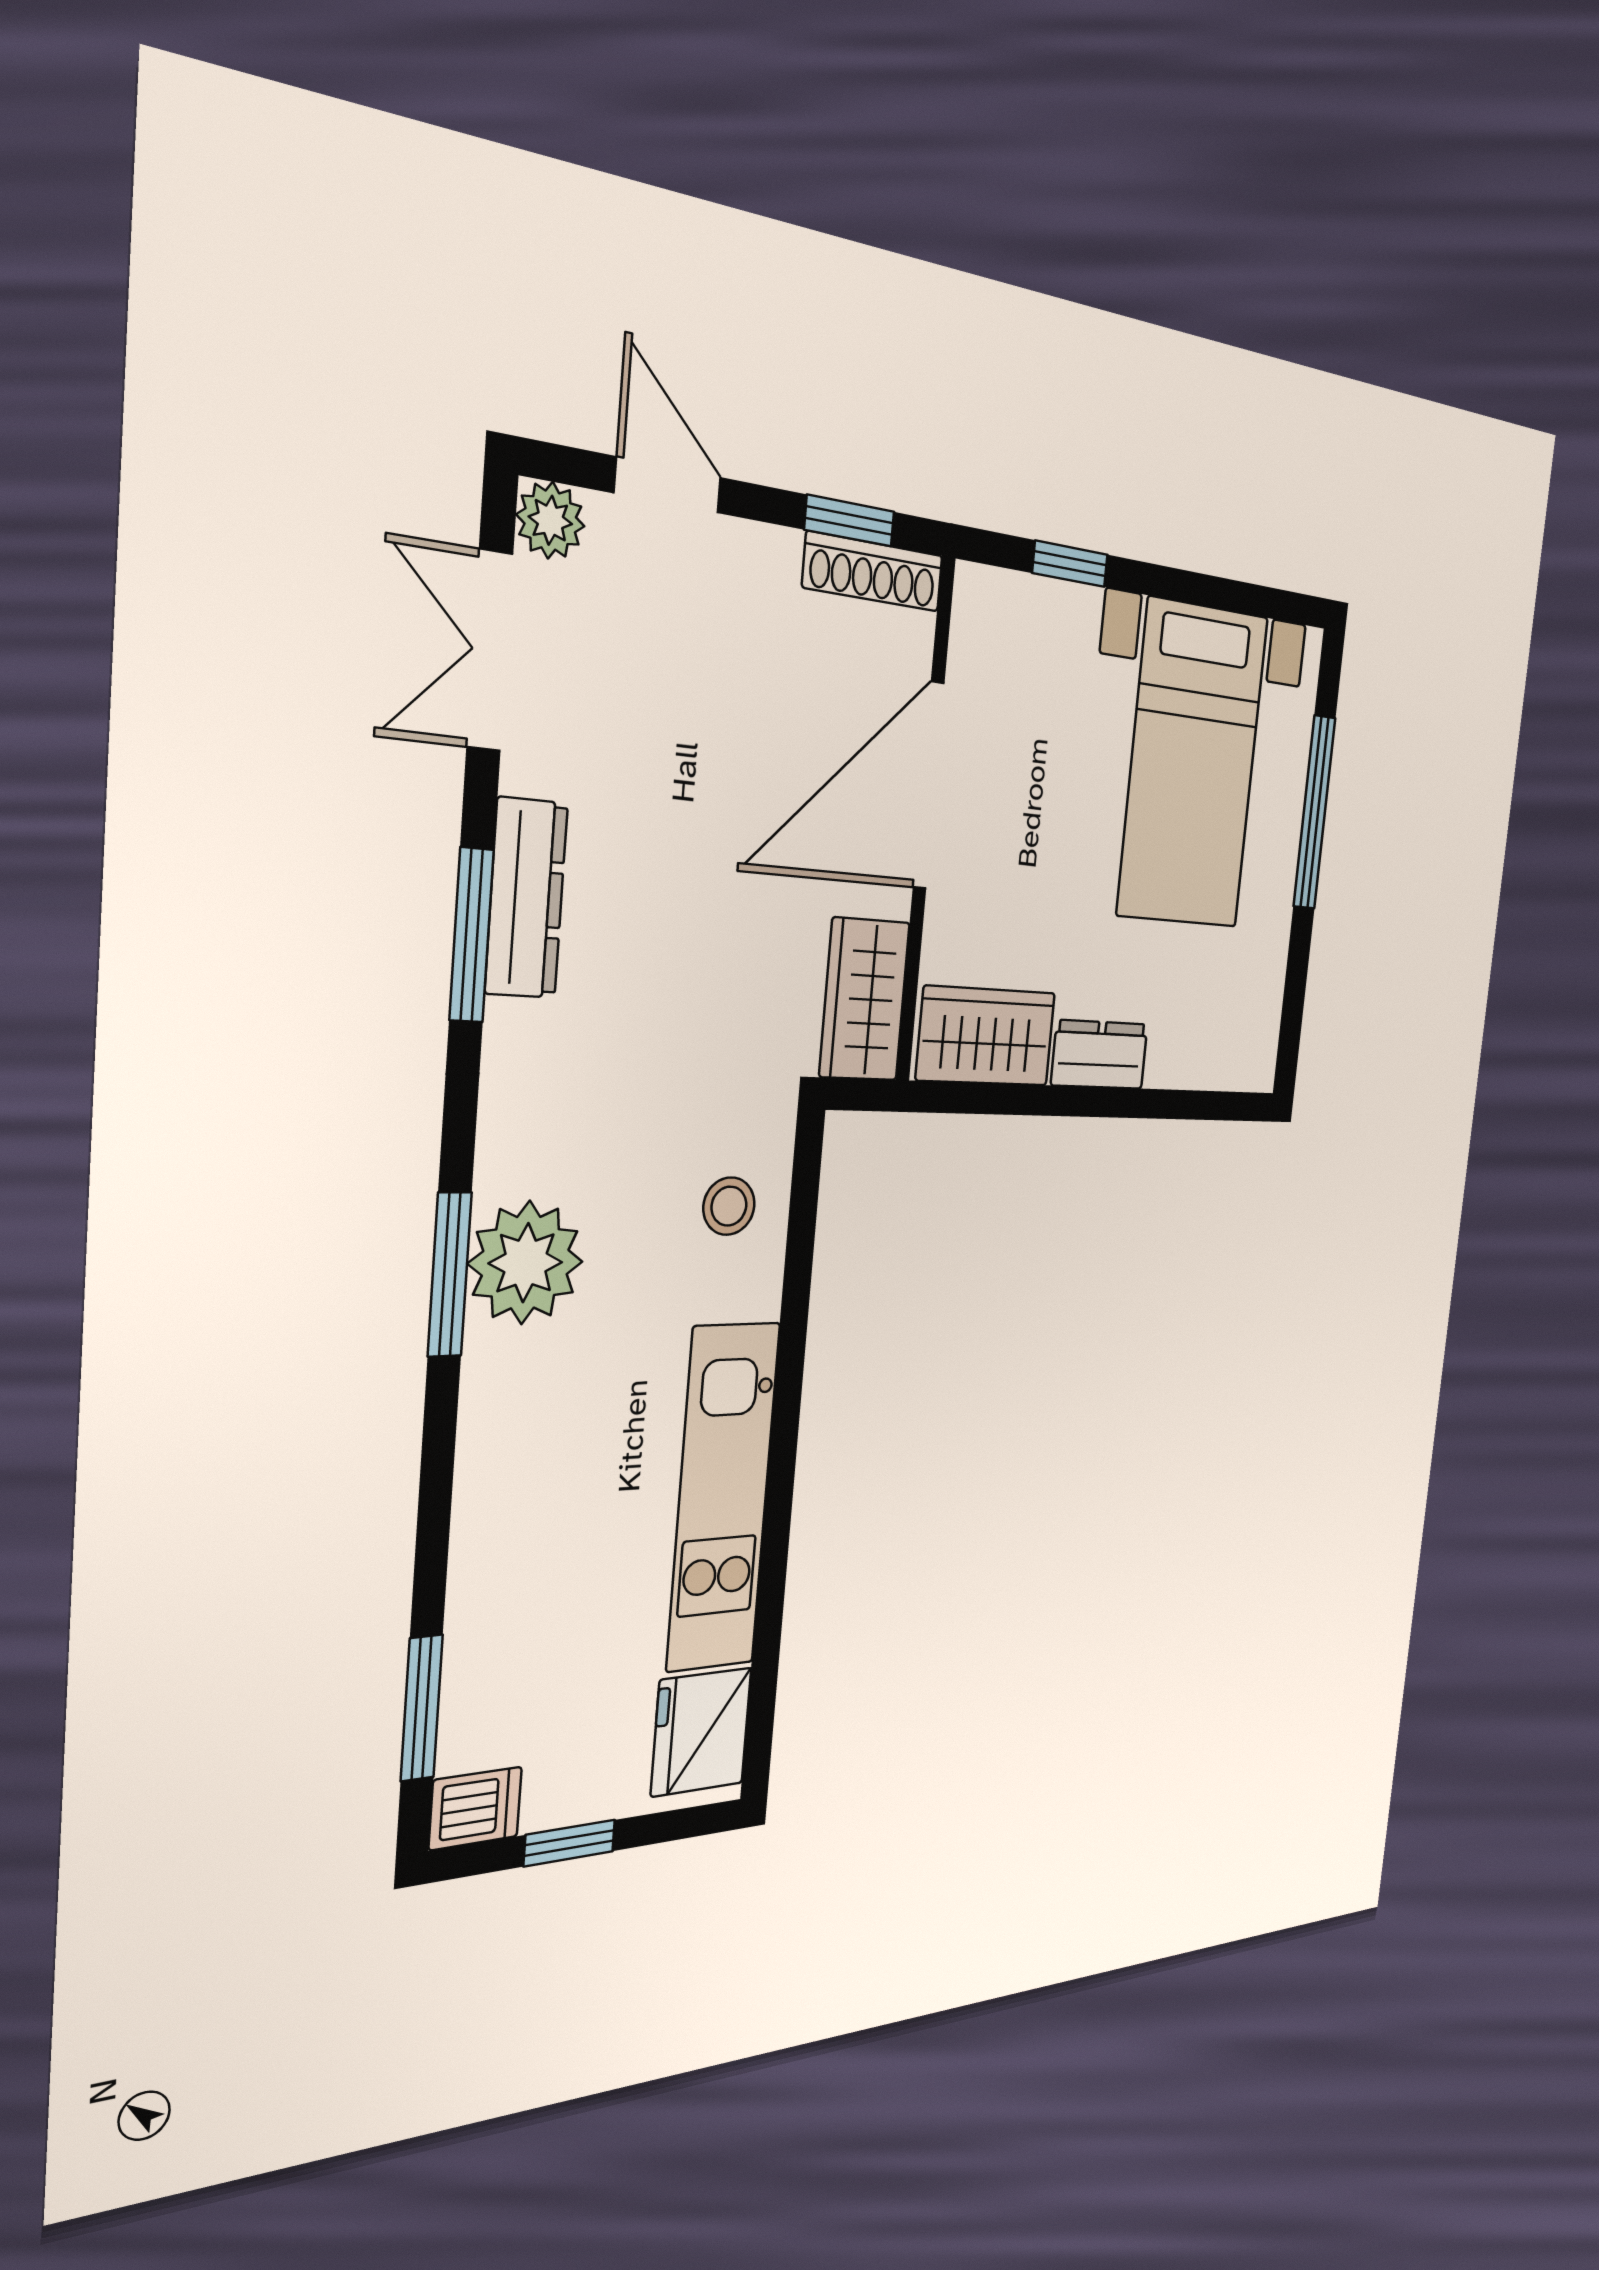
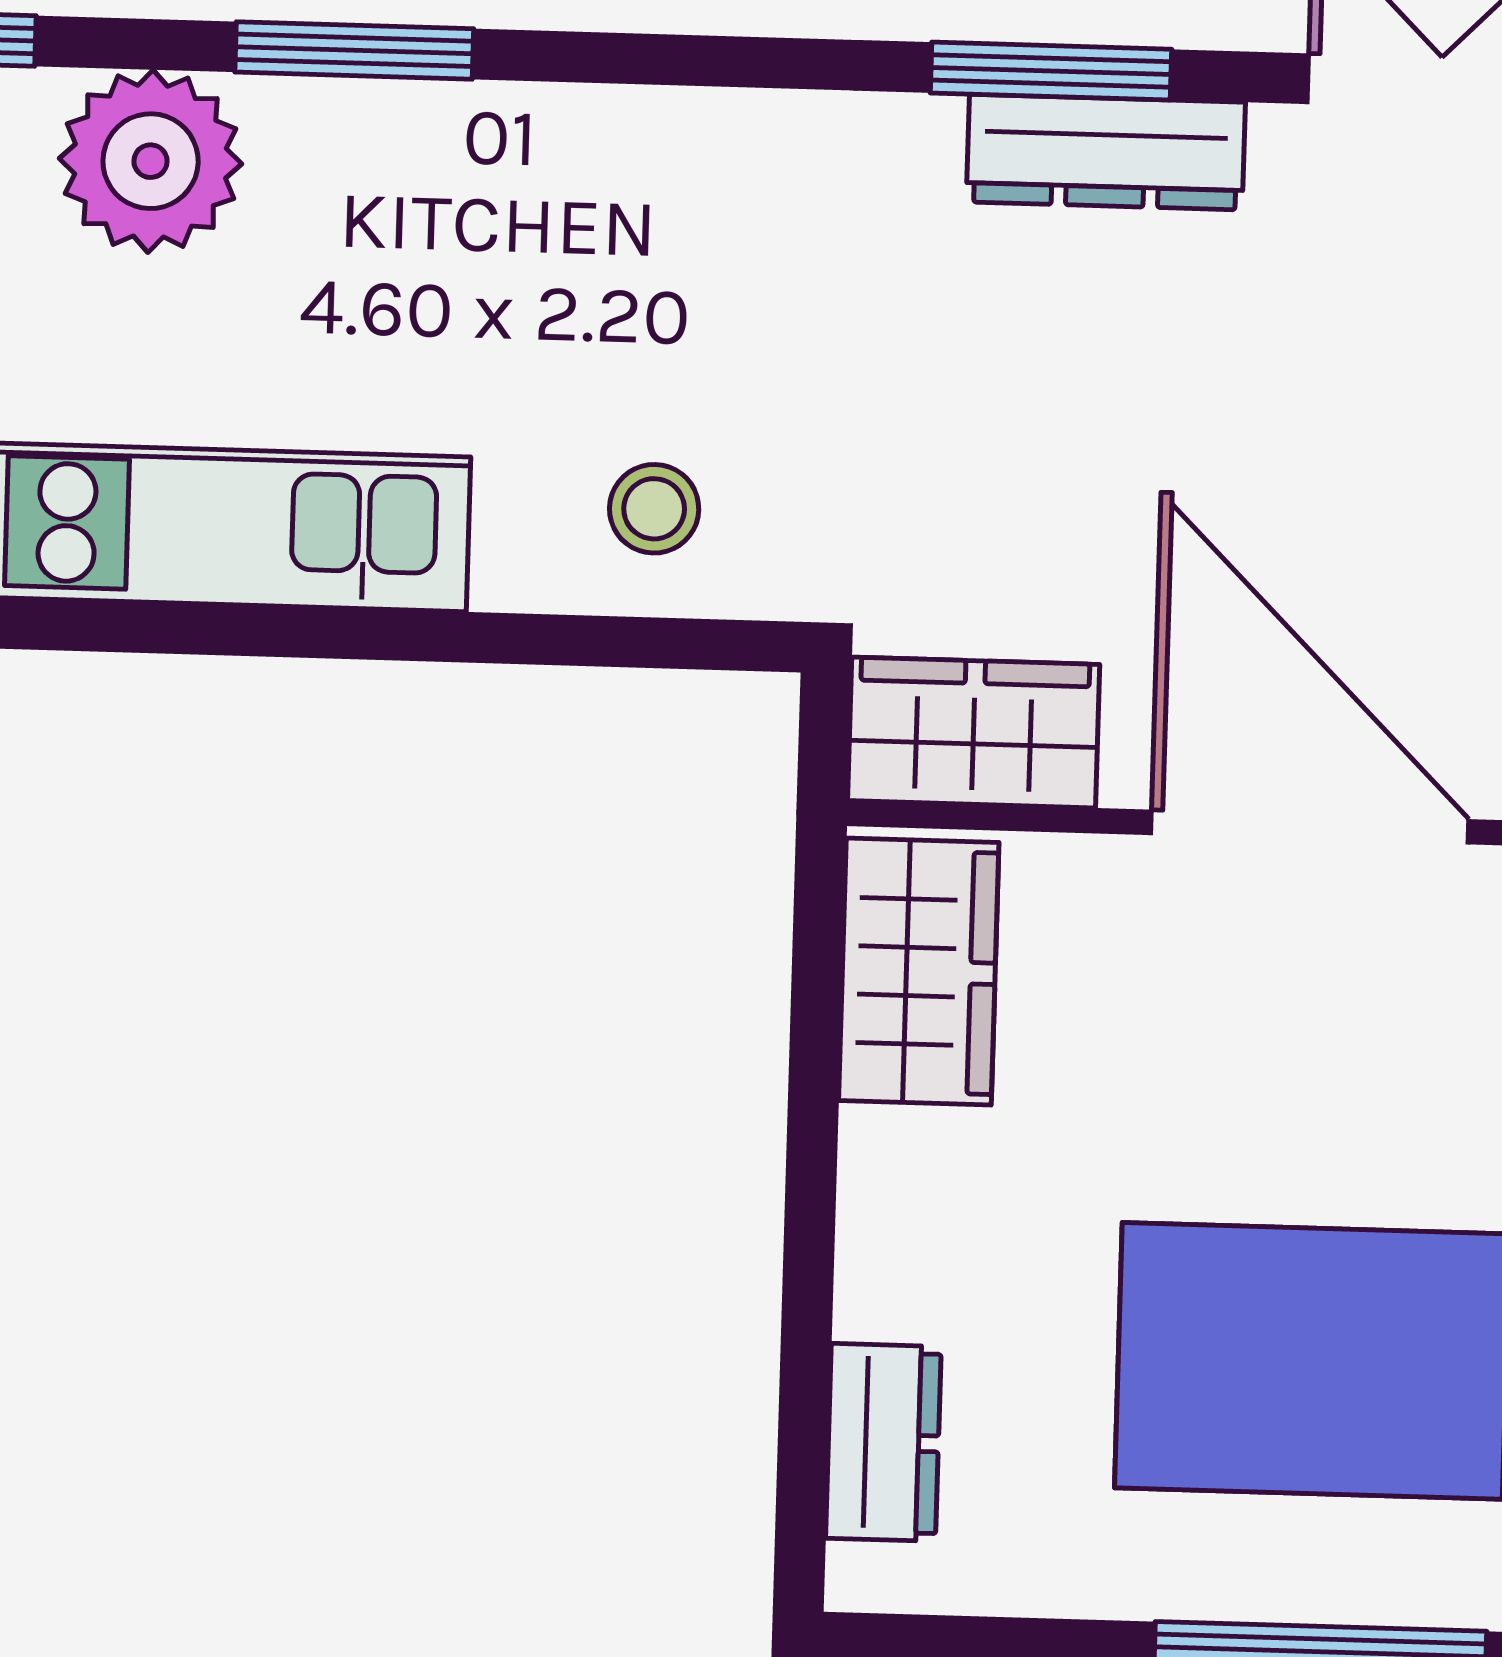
dresser: (1100, 1055) -> (883, 1442), moved
plant: (526, 1263) -> (151, 161), moved
window: (450, 1274) -> (354, 50), moved

